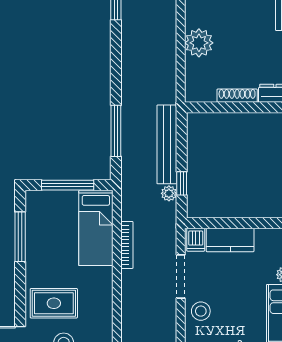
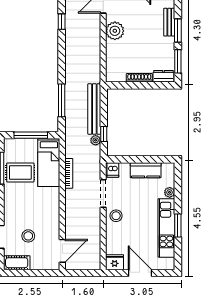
plant: (199, 43) -> (115, 31), moved
kitchen counter: (230, 240) -> (146, 170), moved
rug: (54, 303) -> (20, 172), moved

